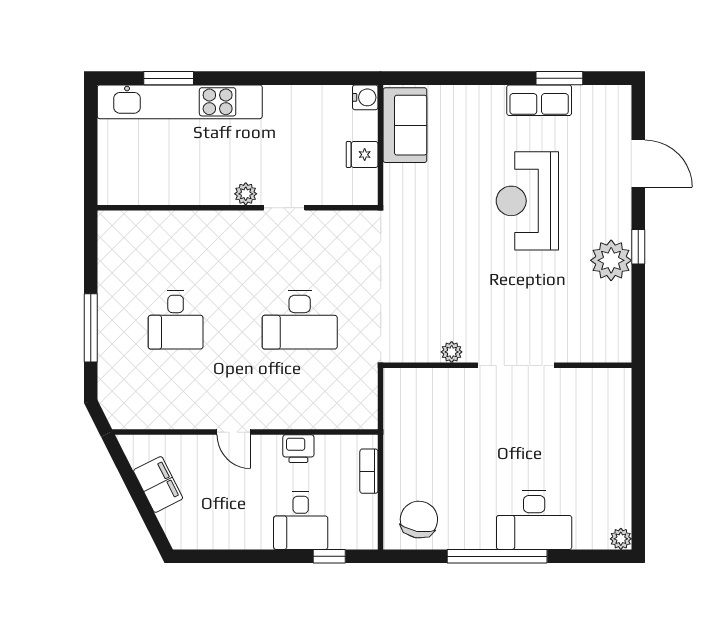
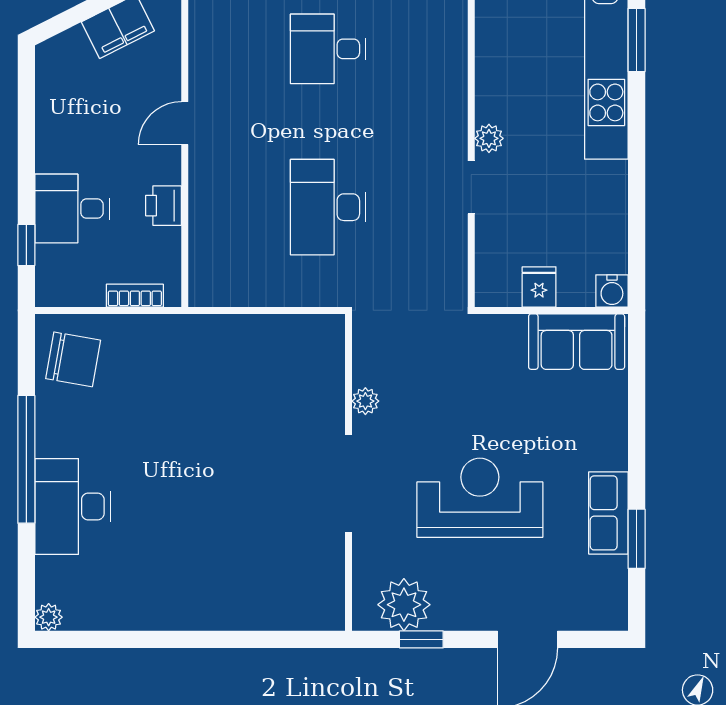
plant: (452, 352) -> (365, 401), moved
wall: (507, 365) -> (348, 472), moved
doorway: (516, 365) -> (348, 483), moved

